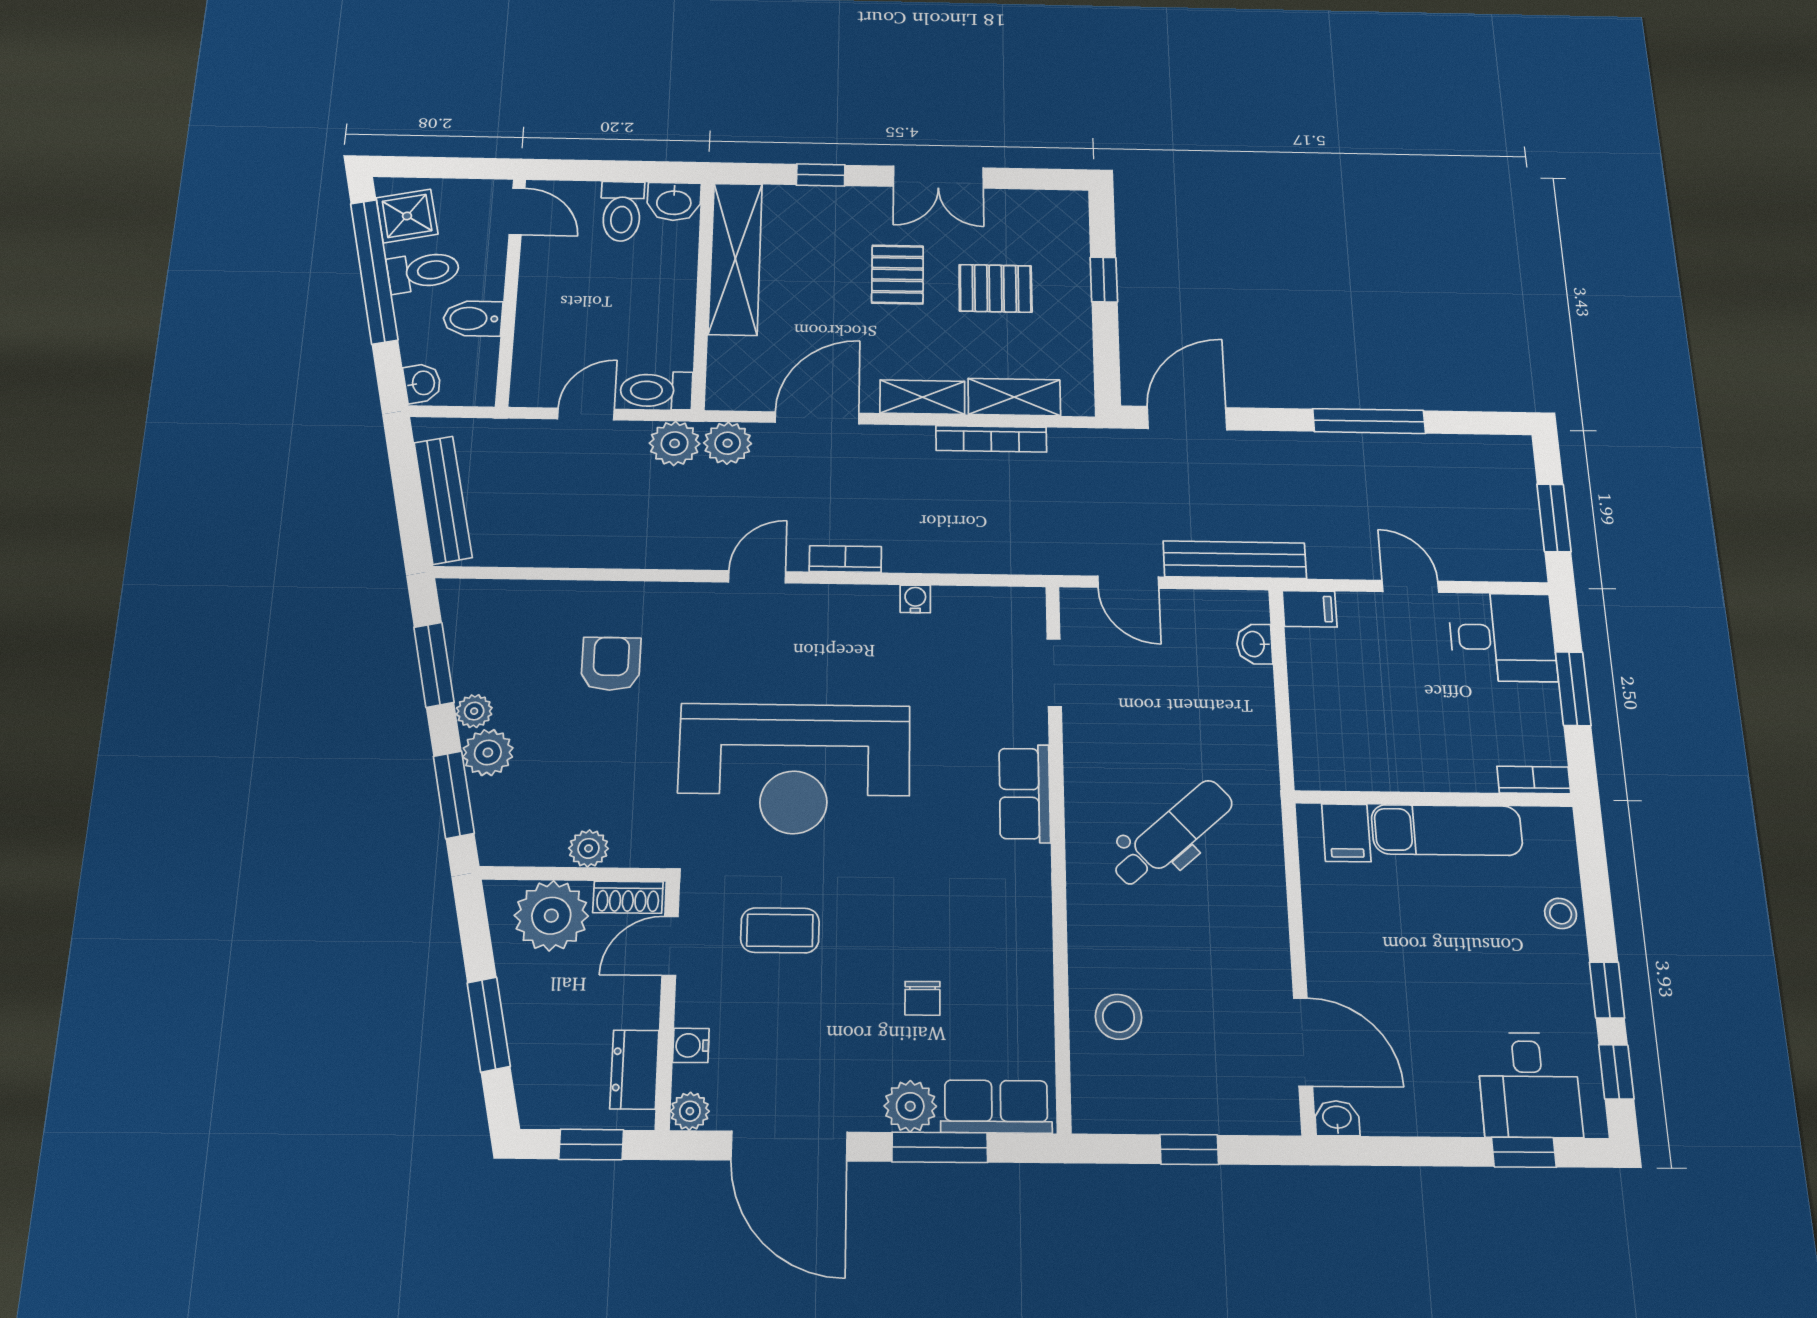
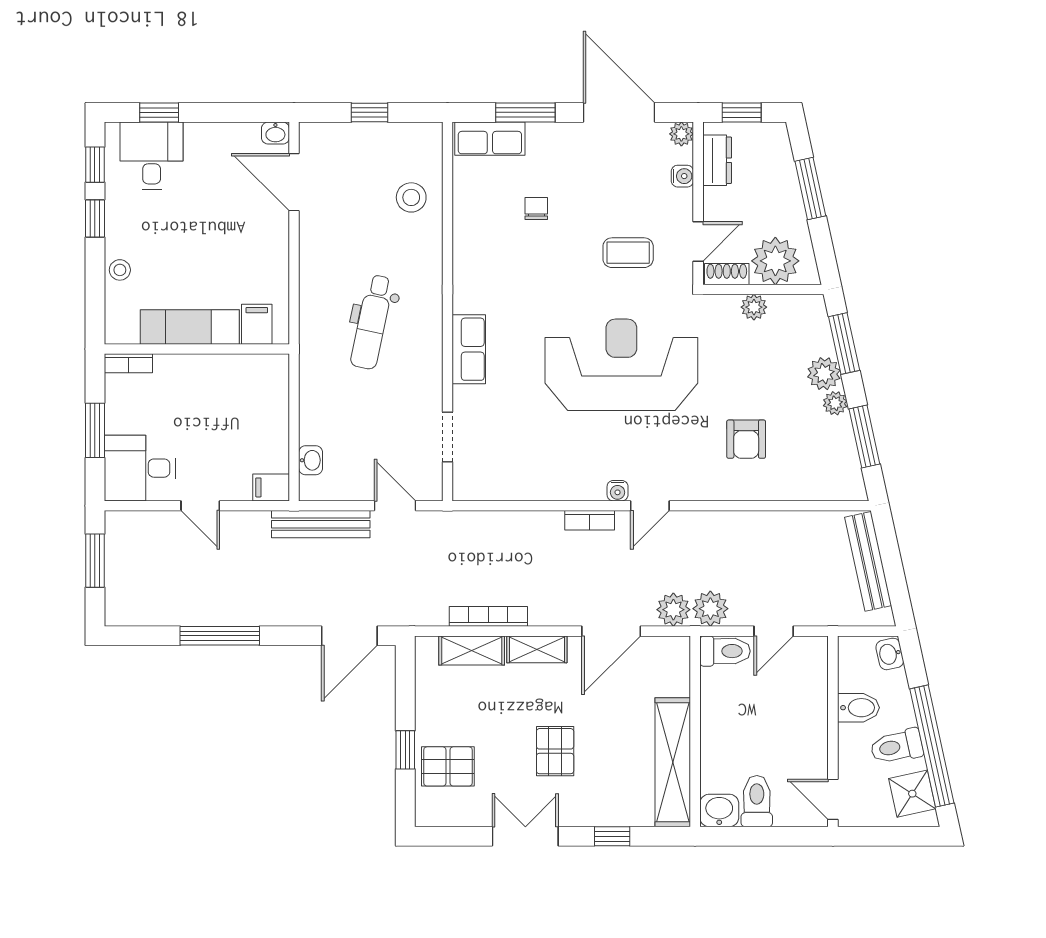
pallet: (995, 288) -> (448, 766), moved
water cooler: (915, 599) -> (618, 491), moved
dental chair: (1172, 834) -> (372, 322), turned -36
plant: (910, 1106) -> (544, 138), removed

